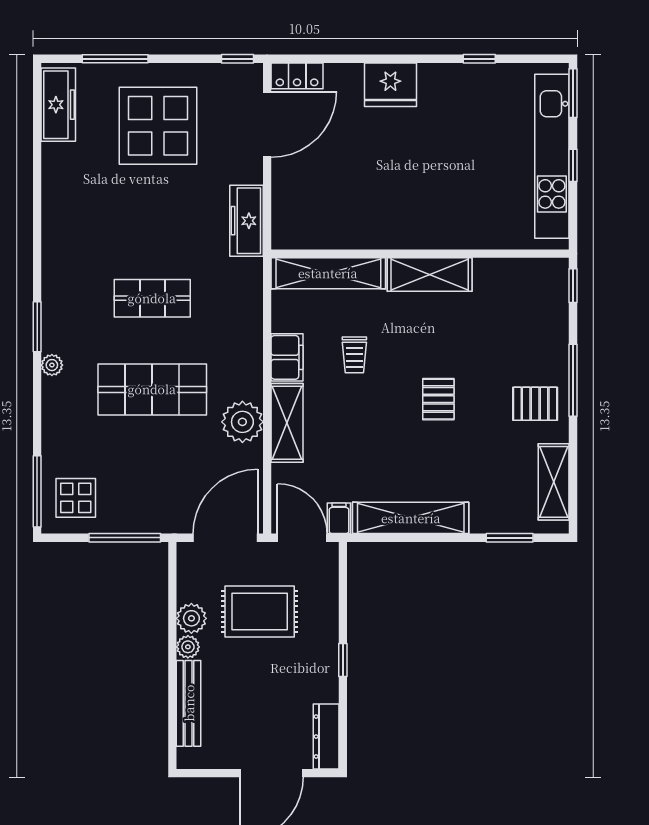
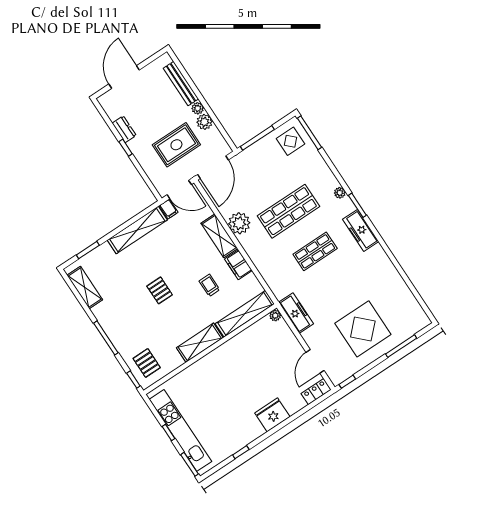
freezer: (58, 105) -> (361, 230), moved
door: (267, 124) -> (315, 361), width x0.73
plant: (282, 239) -> (275, 315), added
pallet: (535, 404) -> (147, 363), moved, turned 90
dresser: (326, 737) -> (124, 129), moved, width x0.70

